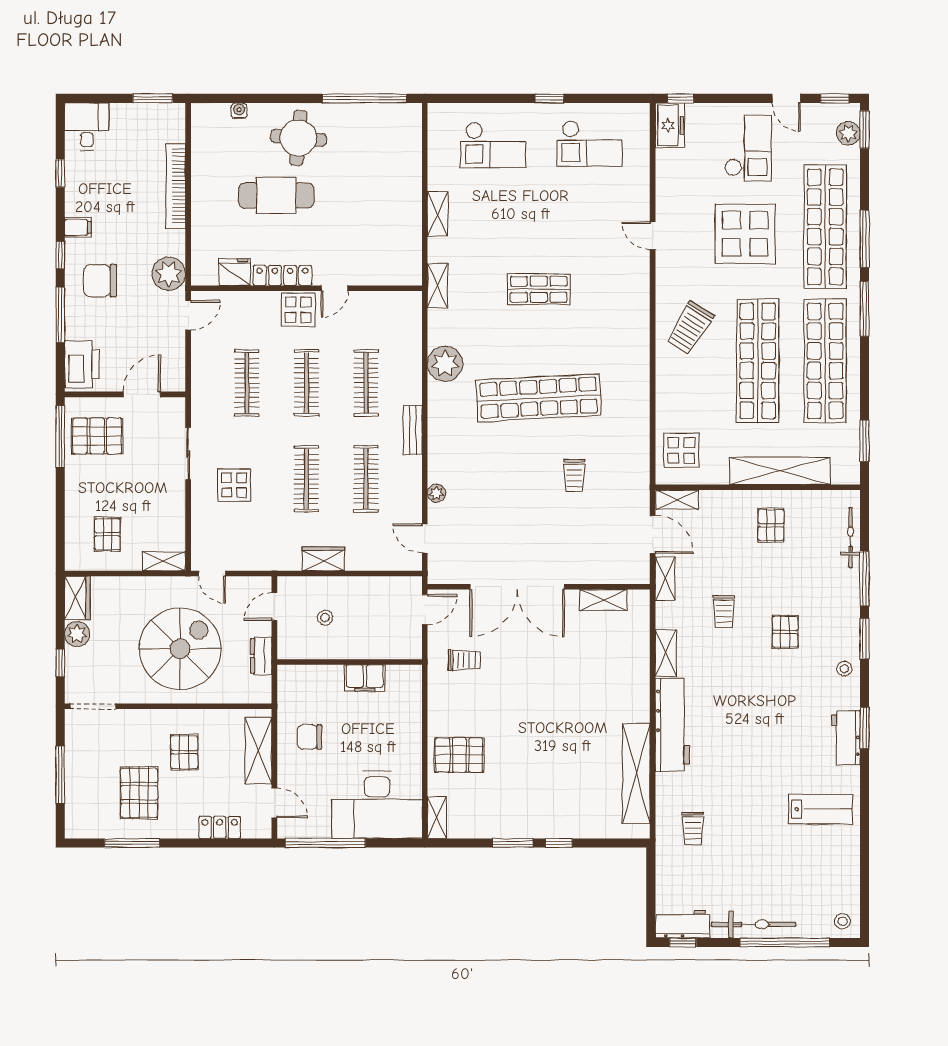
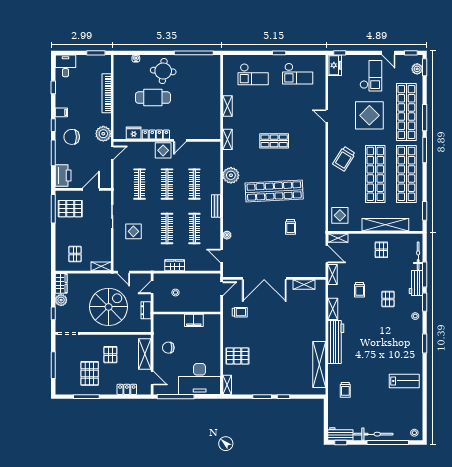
workbench: (846, 738) -> (416, 283), moved

